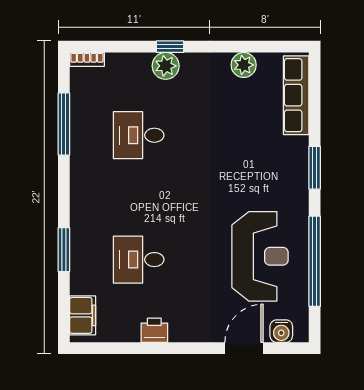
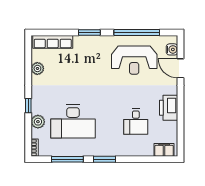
plant: (166, 66) -> (38, 122), moved
desk: (139, 135) -> (73, 122), width x1.87, depth x1.30
window: (64, 250) -> (104, 159), moved
reception desk: (260, 256) -> (134, 60), turned 180
printer: (154, 330) -> (169, 108), width x1.87, depth x1.48

